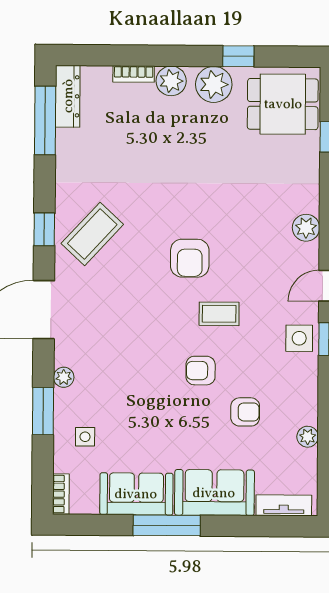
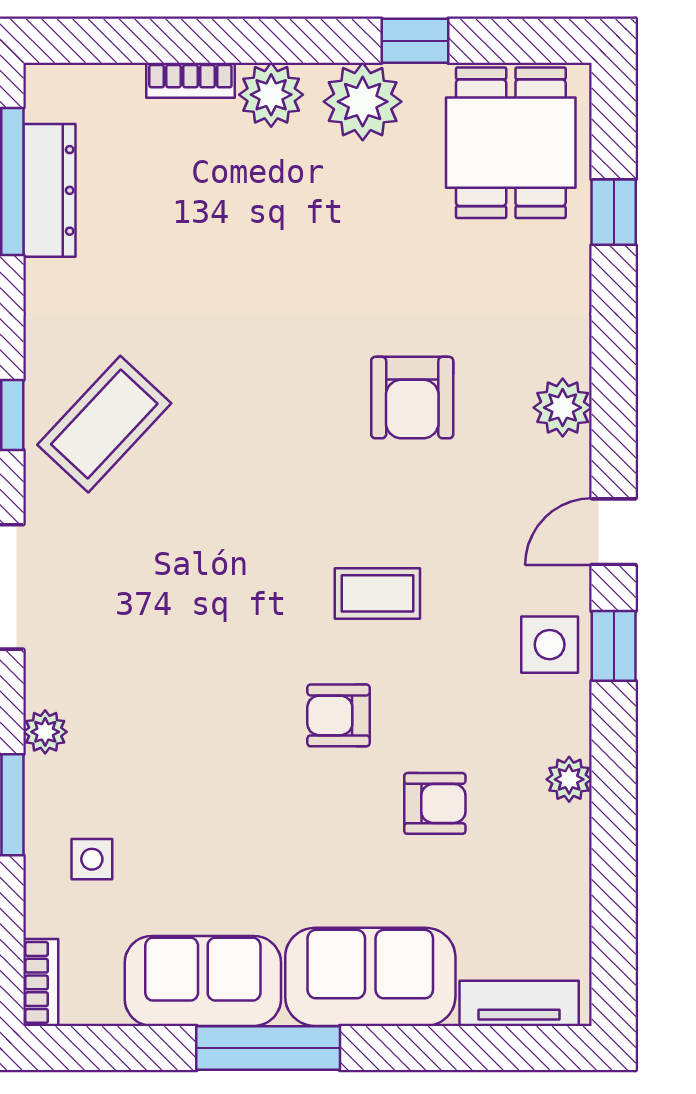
dresser: (68, 96) -> (49, 190), moved
dining table: (283, 104) -> (511, 143), turned 90
armchair: (190, 258) -> (412, 398), moved
plant: (308, 437) -> (569, 779), moved

